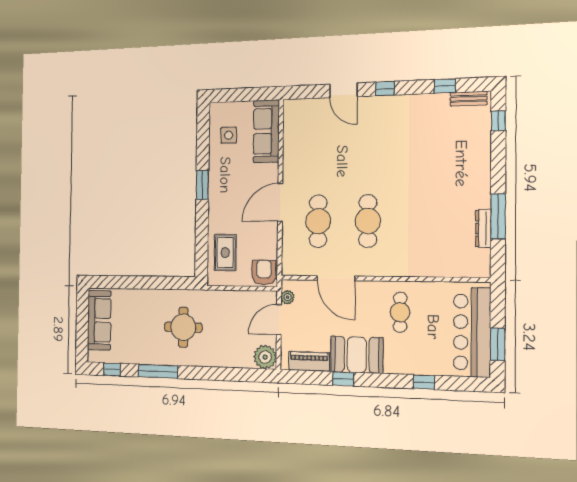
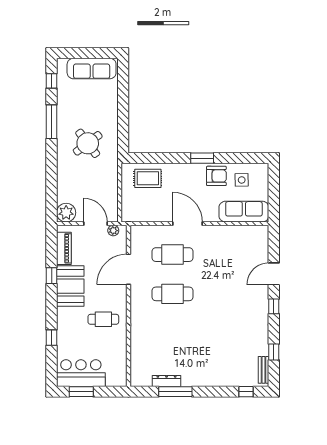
armchair: (264, 273) -> (216, 176), moved
round table: (183, 327) -> (88, 143), turned -37
bar counter: (472, 332) -> (81, 373), width x0.73

